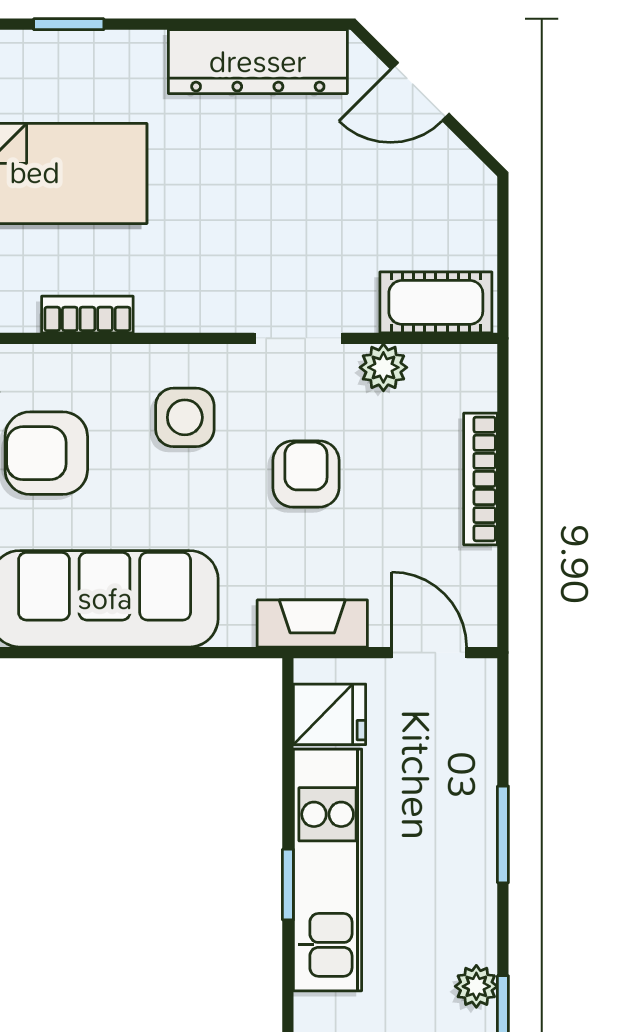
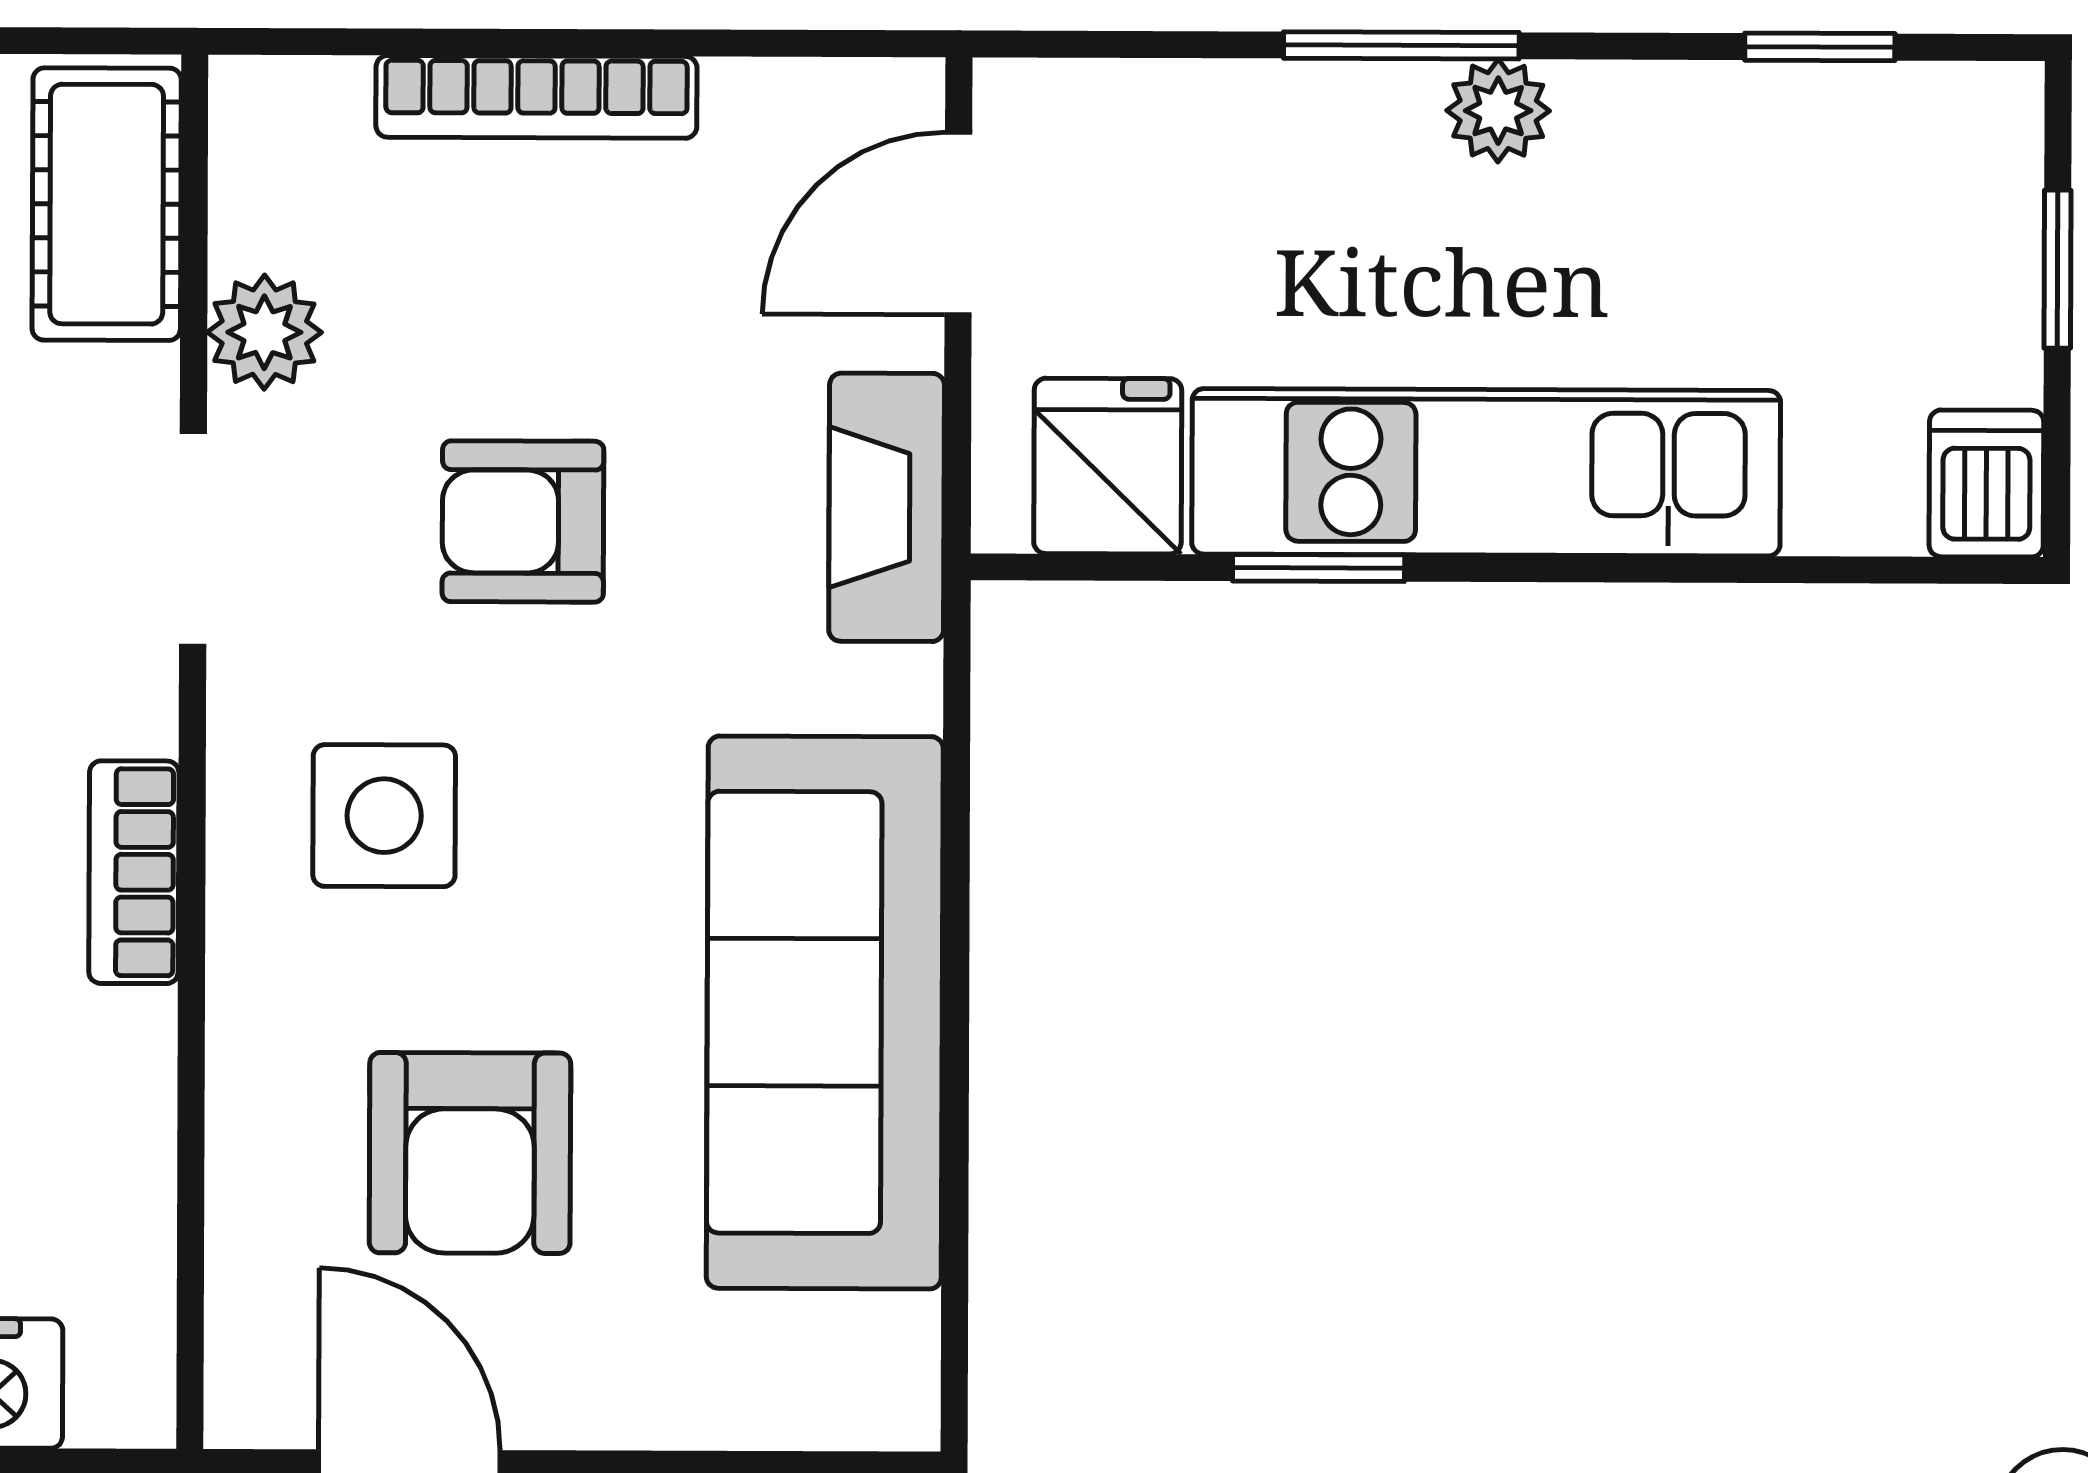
bookcase: (87, 315) -> (134, 872), moved
window: (288, 885) -> (1319, 568), moved
plant: (476, 986) -> (1498, 111), moved

